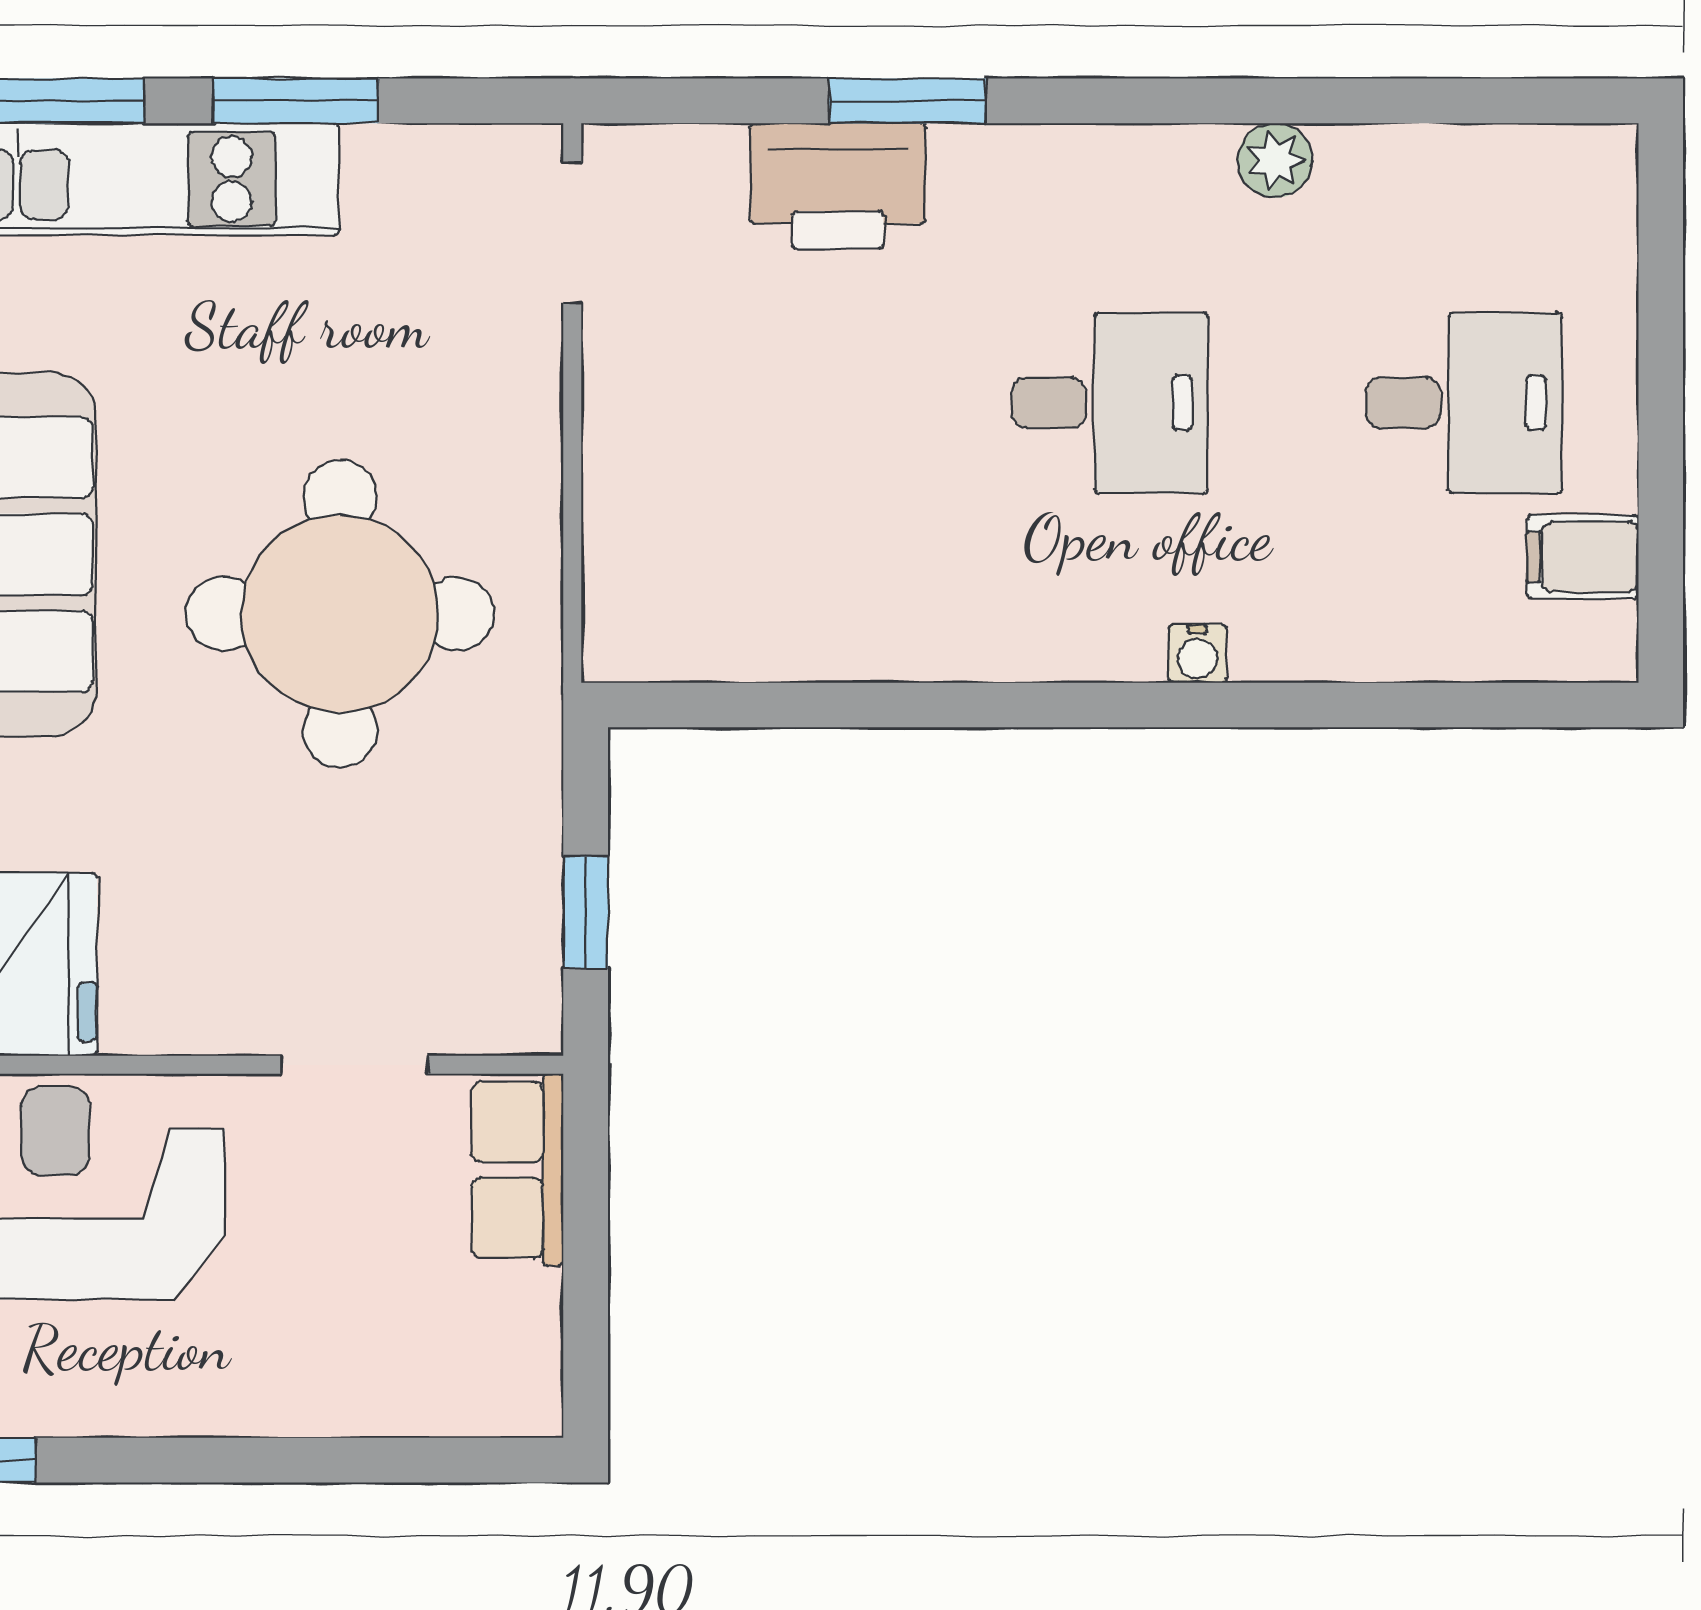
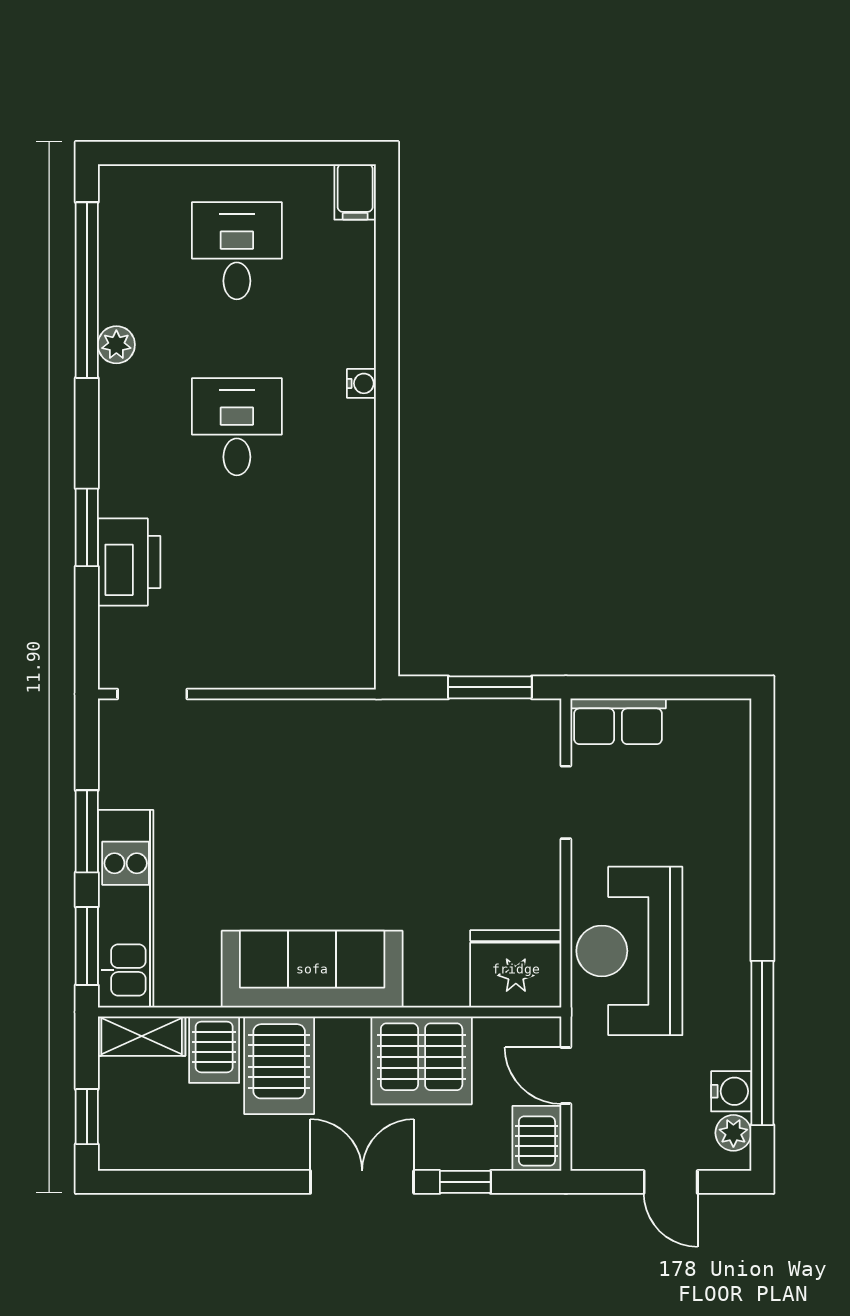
window: (1385, 101) -> (87, 290), added
filing cabinet: (1583, 557) -> (355, 192), moved
round table: (340, 614) -> (342, 810), removed
window: (586, 912) -> (490, 687), width x1.50

